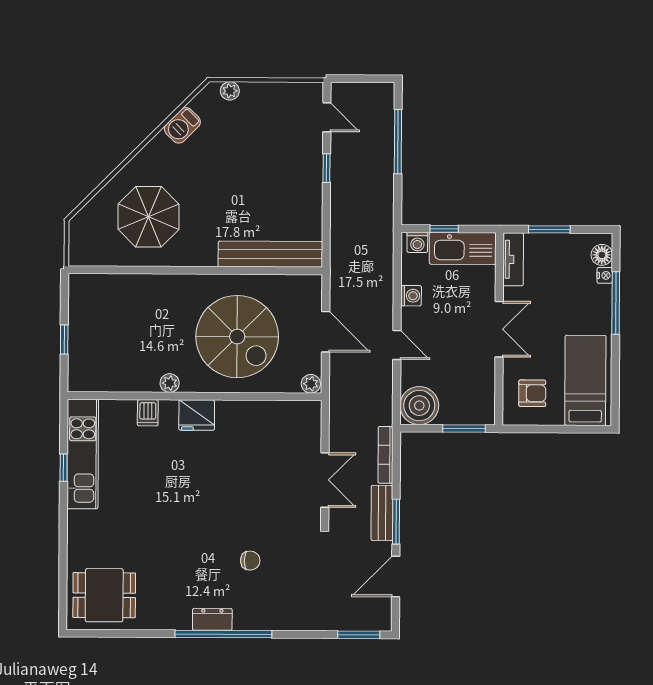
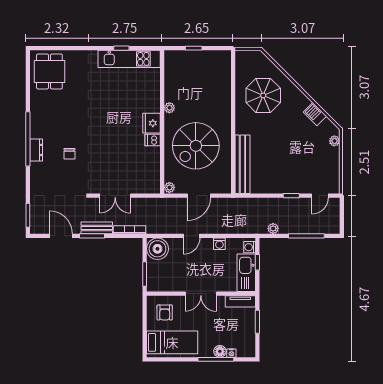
plant: (384, 200) -> (273, 228), added
floor lamp: (602, 255) -> (220, 351), moved
dishwasher: (148, 413) -> (153, 140), moved
dresser: (212, 619) -> (36, 150), moved

